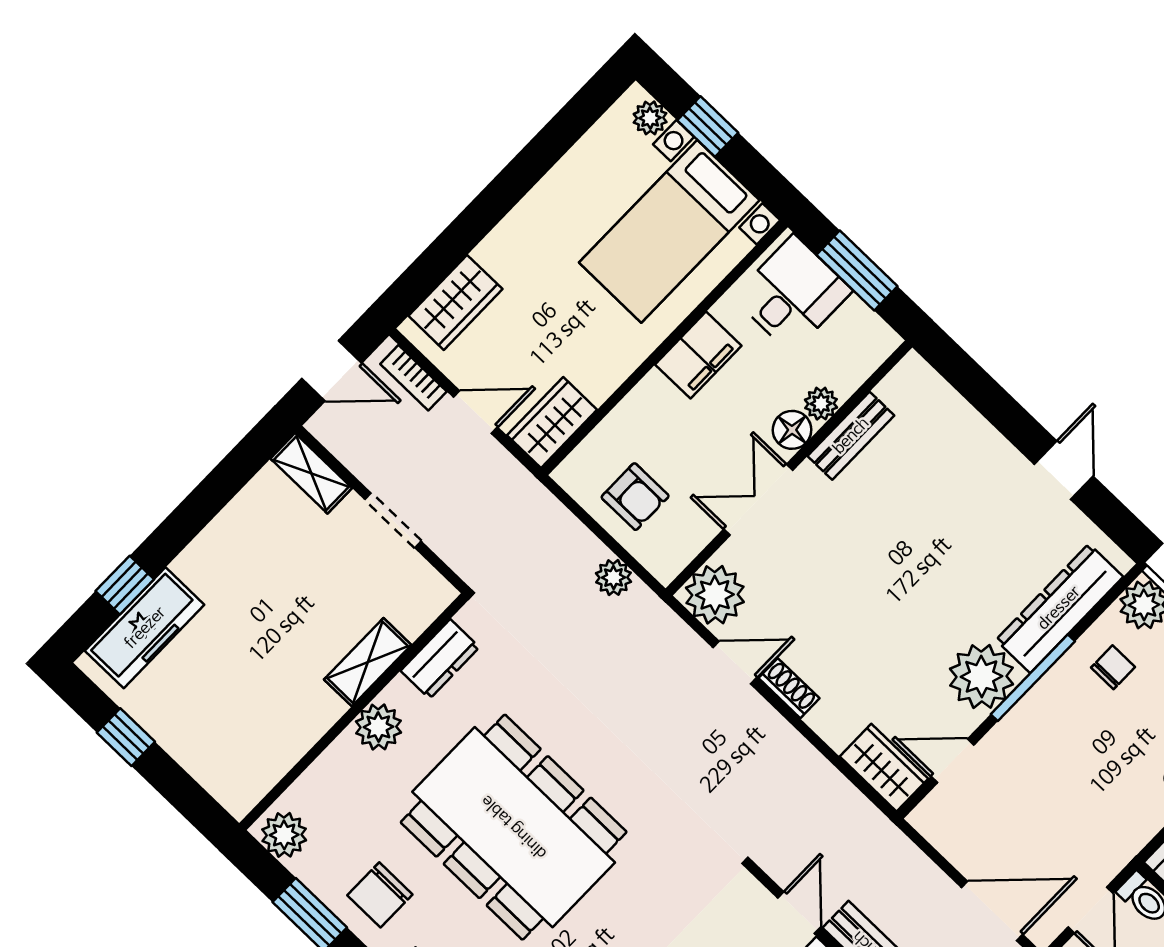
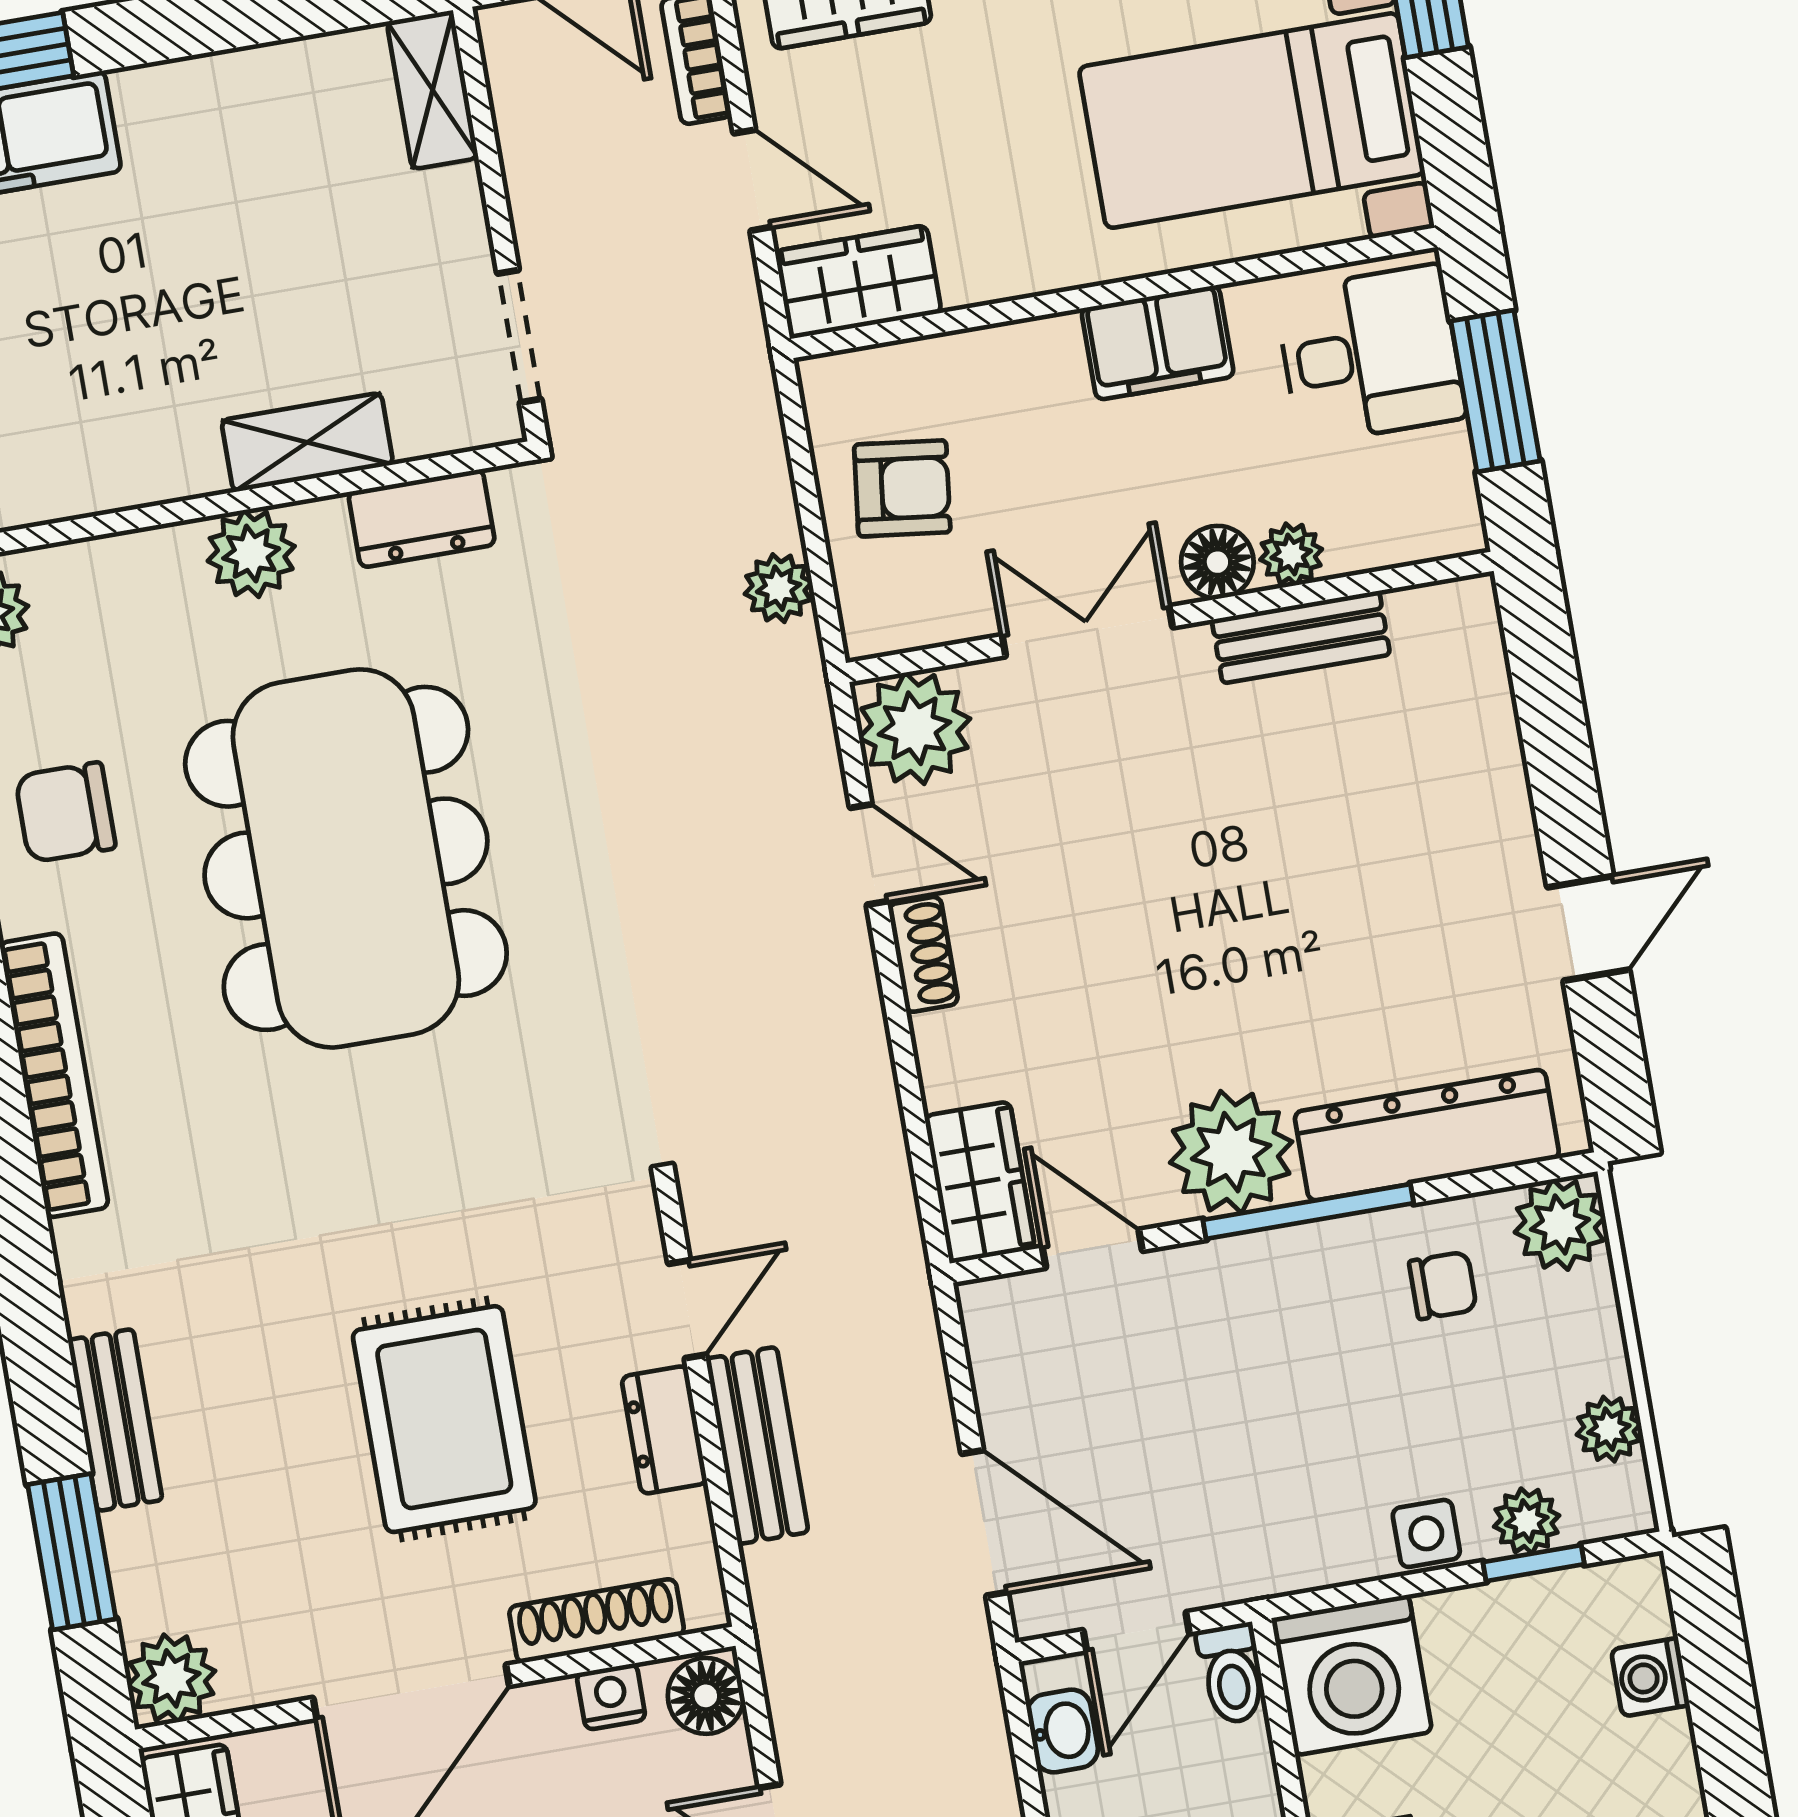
armchair: (635, 497) -> (902, 488), turned -83
doorway: (393, 520) -> (519, 336), moved

